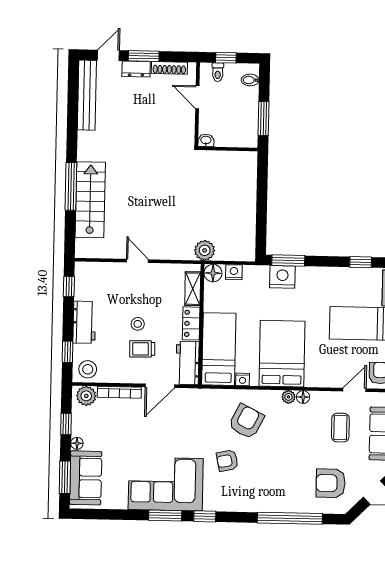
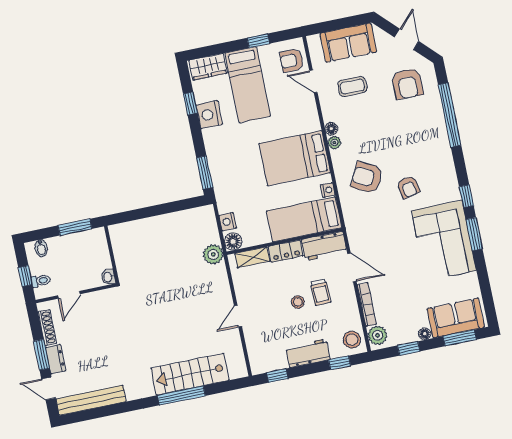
nightstand: (282, 277) -> (209, 115), moved

